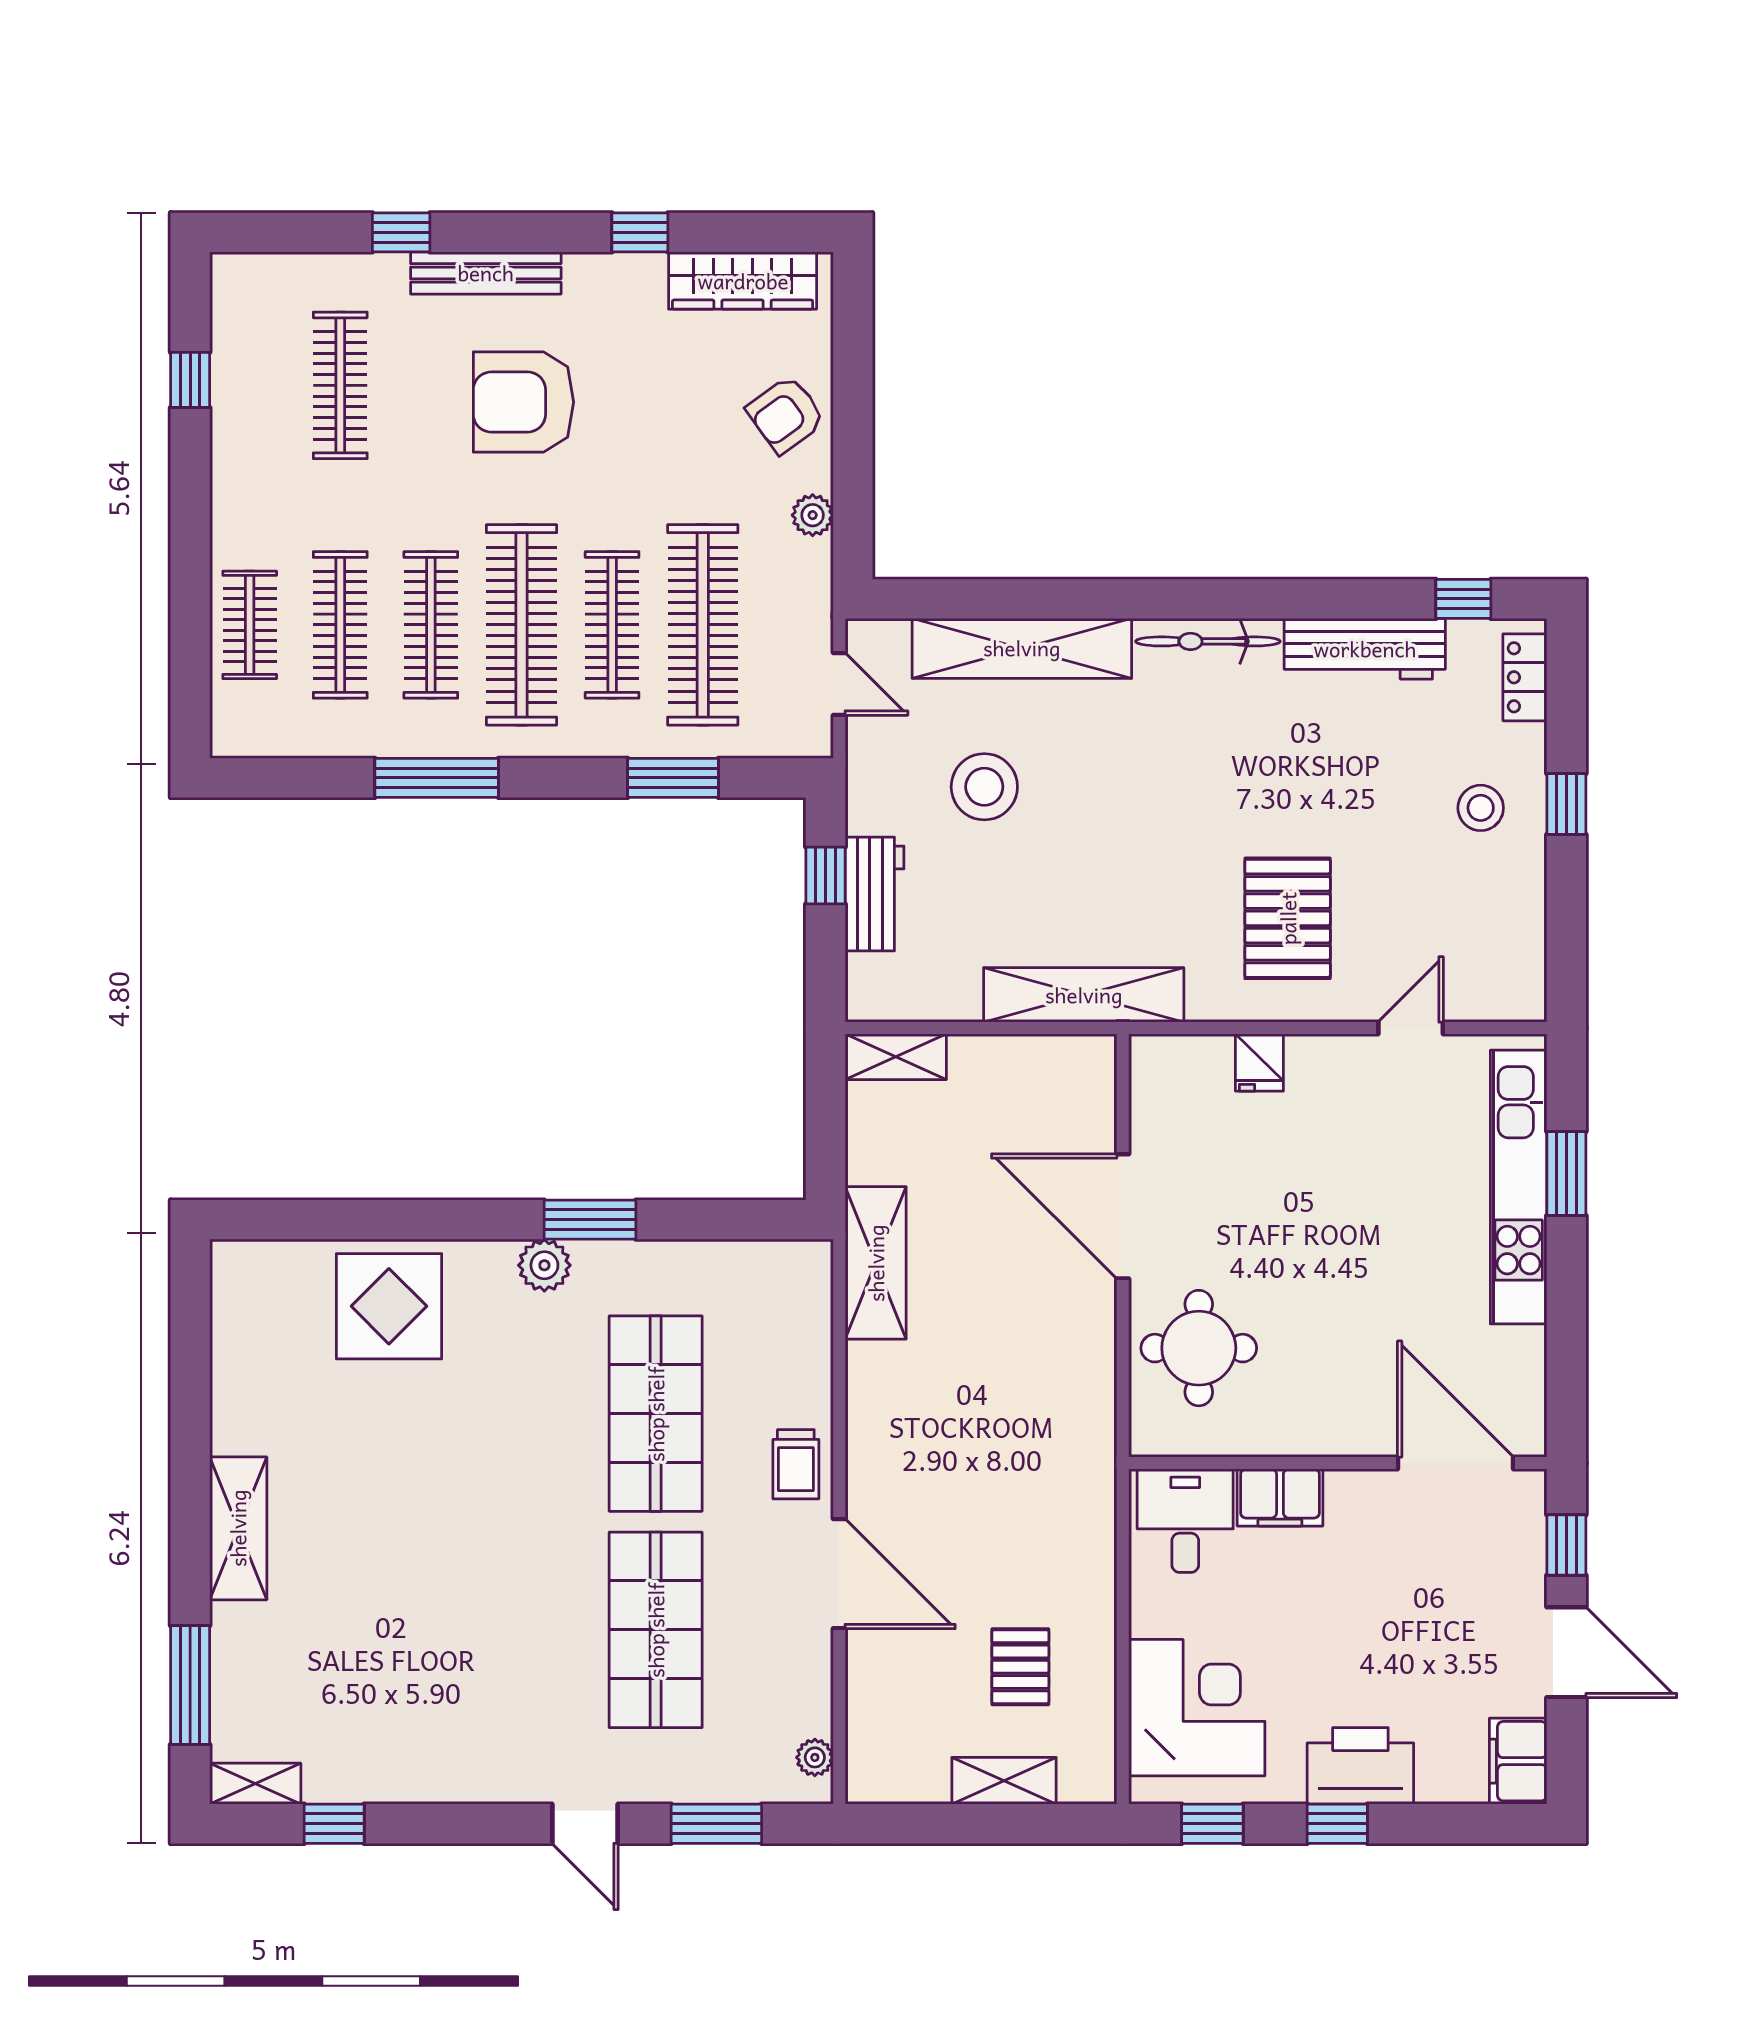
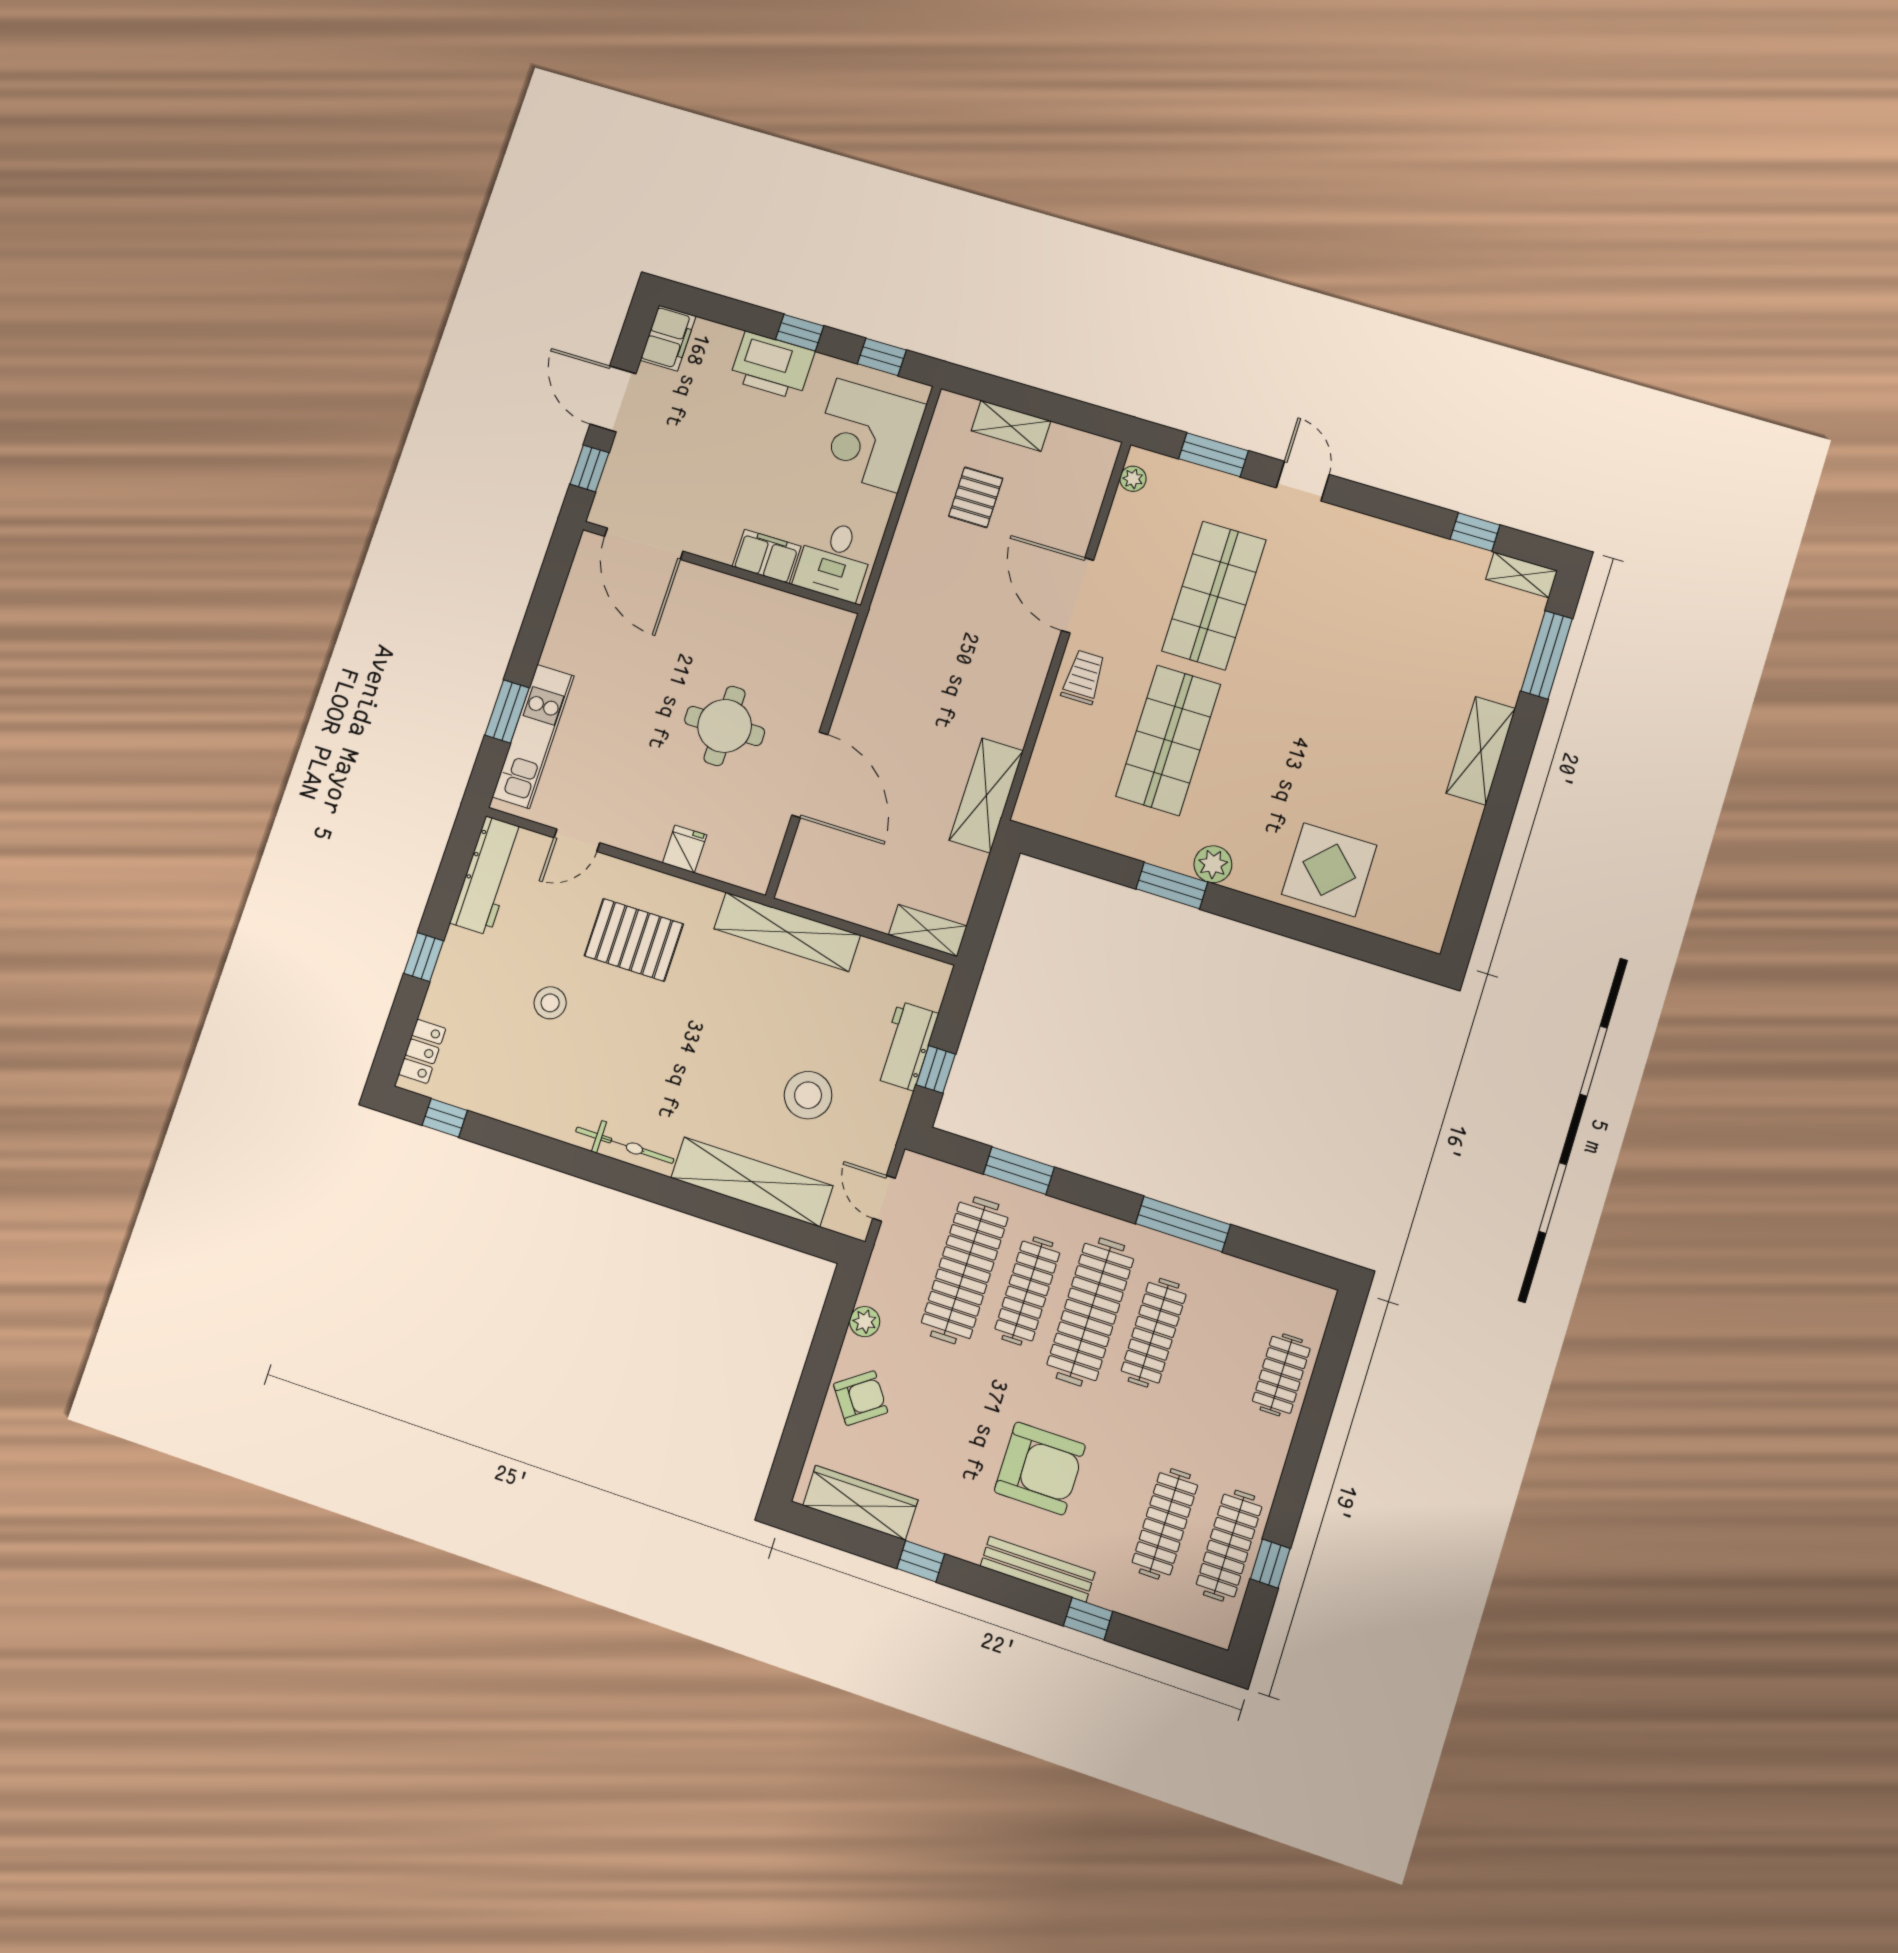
clothes rail: (340, 625) -> (1229, 1545), moved
workbench: (1365, 649) -> (488, 876), moved, turned 90
stool: (1481, 808) -> (550, 1003), moved
pallet: (1288, 918) -> (634, 940), turned 90
kitchen unit: (1519, 1187) -> (533, 736), width x0.73
round table: (1199, 1348) -> (725, 726), moved

